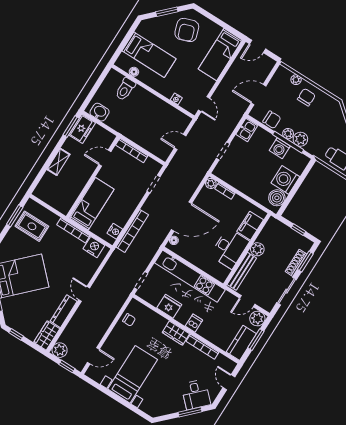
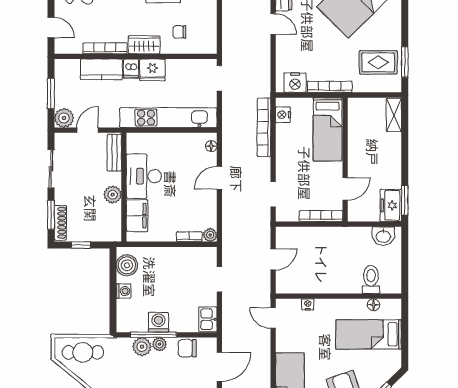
shelving: (59, 162) -> (394, 115), moved
washing machine: (285, 180) -> (124, 291), width x0.53, depth x0.53
door: (182, 217) -> (219, 178), width x0.53
shoe rack: (296, 263) -> (60, 223), moved
bench: (242, 271) -> (114, 153), width x0.73
fridge: (169, 306) -> (152, 70), moved
chair: (129, 320) -> (179, 32), moved
kitchen counter: (241, 343) -> (101, 69), moved, turned 90

